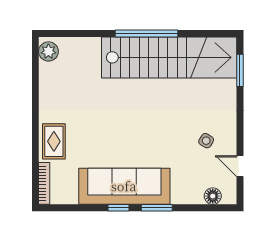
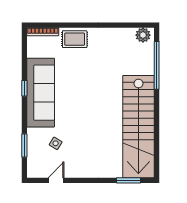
window: (147, 33) -> (157, 65), moved
side table: (206, 141) -> (56, 143), moved
floor lamp: (213, 196) -> (33, 160), removed
window: (157, 208) -> (24, 146), moved

